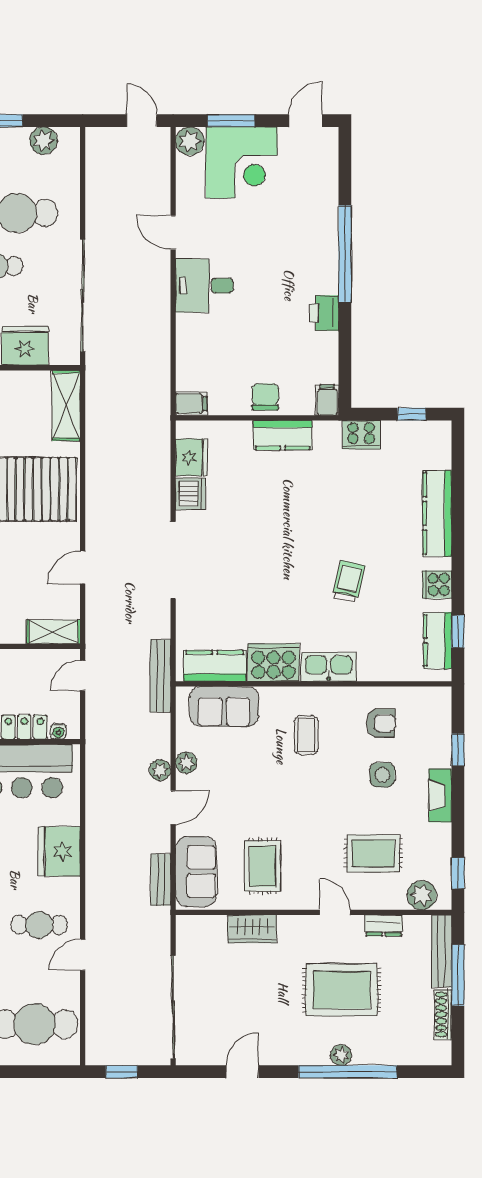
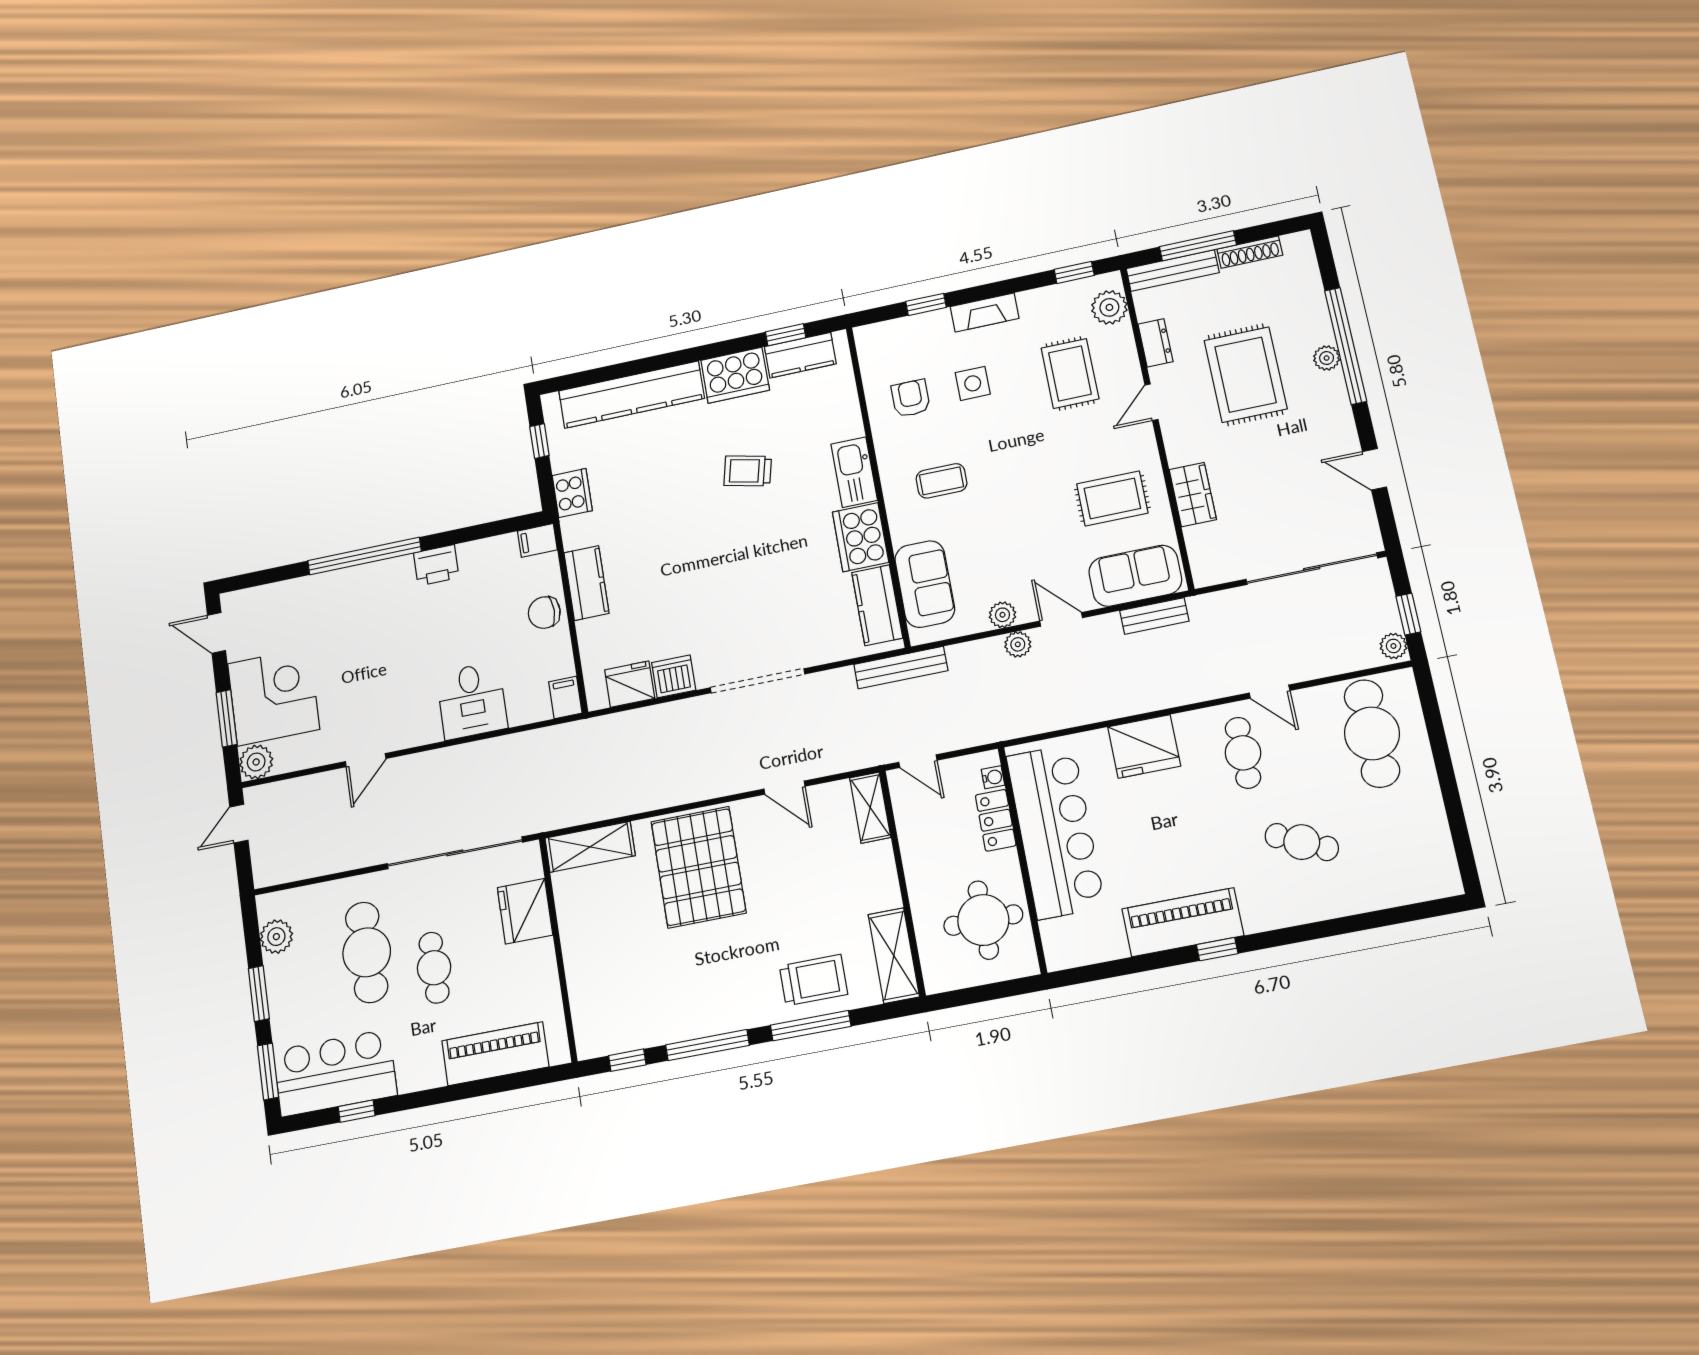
desk: (204, 286) -> (472, 701), moved
kitchen counter: (437, 513) -> (631, 395), width x1.39, depth x1.17
cooker: (437, 584) -> (735, 375), width x1.87, depth x1.31
plant: (99, 1055) -> (1393, 646), added

